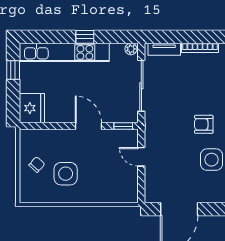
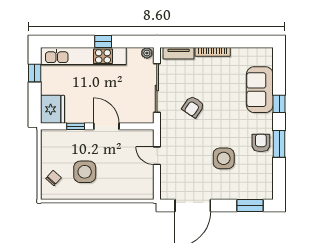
armchair: (204, 124) -> (193, 107), moved, turned -56
window: (123, 126) -> (76, 126), moved
chair: (37, 165) -> (54, 178), moved

